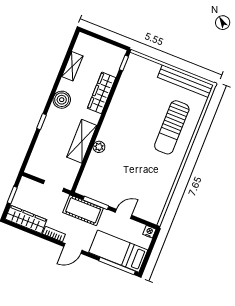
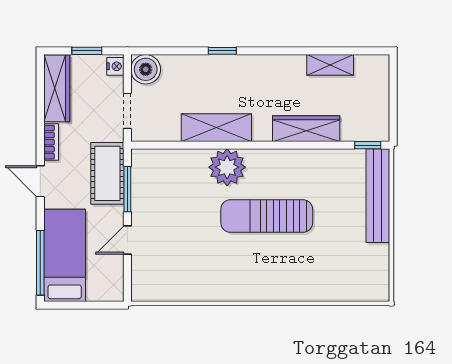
bench: (185, 81) -> (378, 196), moved
boiler: (62, 100) -> (146, 69), moved
sun lounger: (172, 127) -> (267, 216), moved
plant: (99, 147) -> (227, 167), width x1.88, depth x1.88
door: (124, 214) -> (127, 240), swing flipped
nightstand: (149, 232) -> (115, 66), moved

